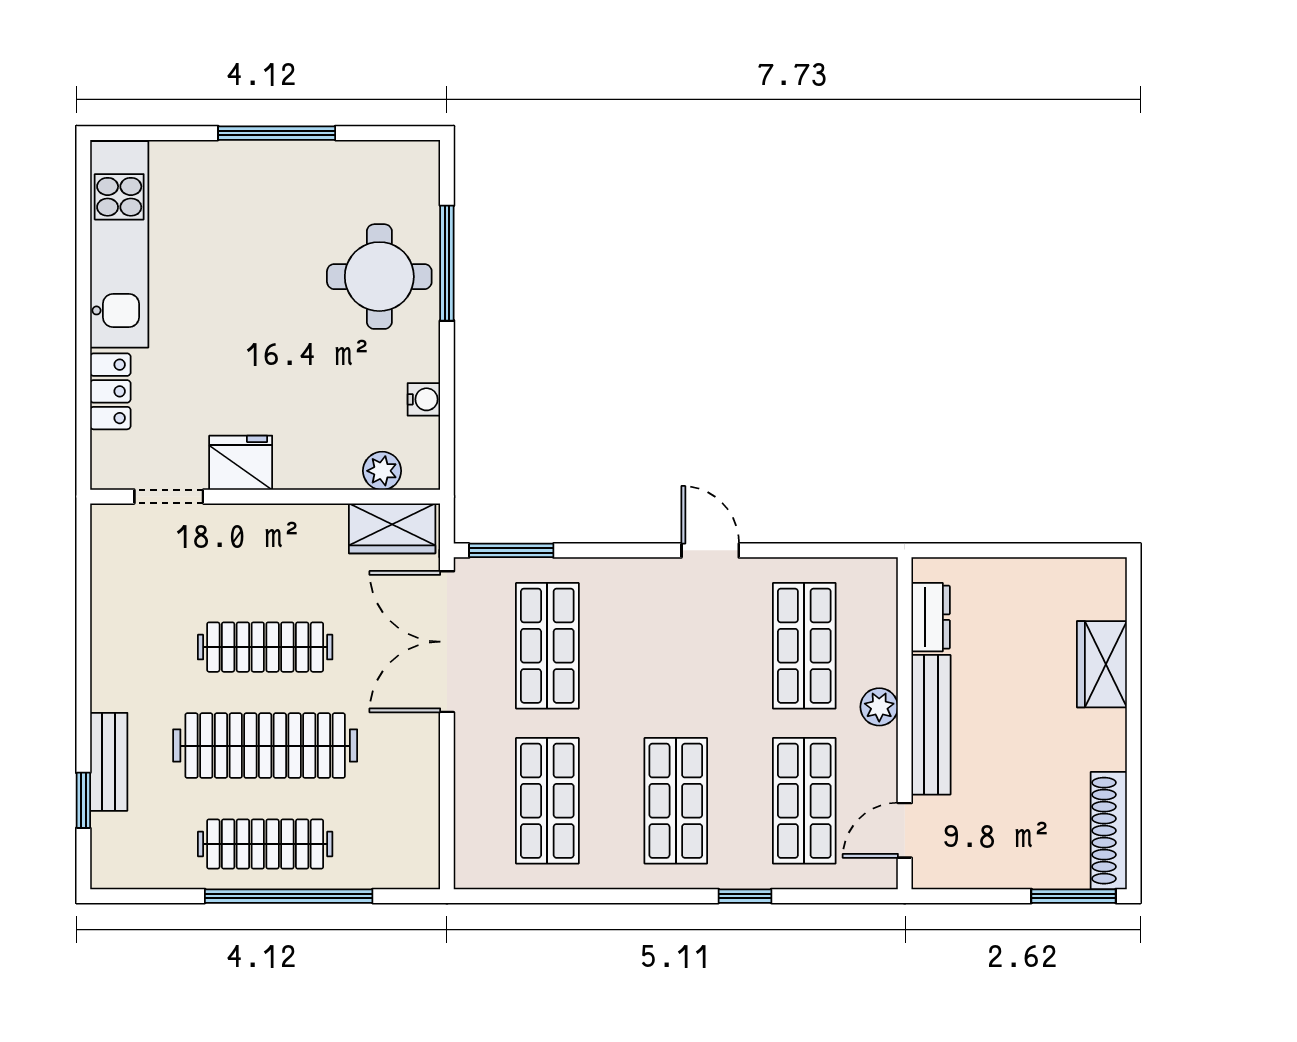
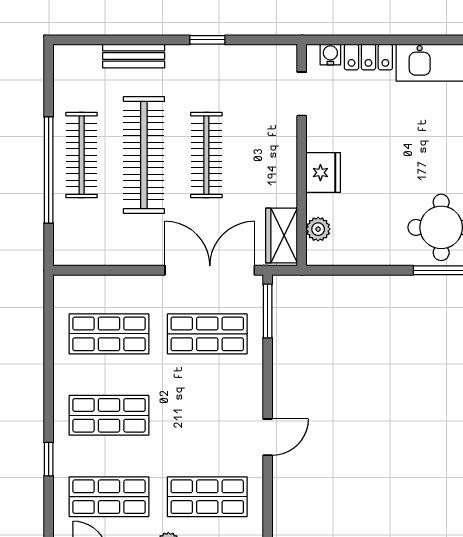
water cooler: (424, 399) -> (330, 54), moved, turned 180
fridge: (241, 463) -> (323, 173), moved
window: (83, 800) -> (207, 40), moved

